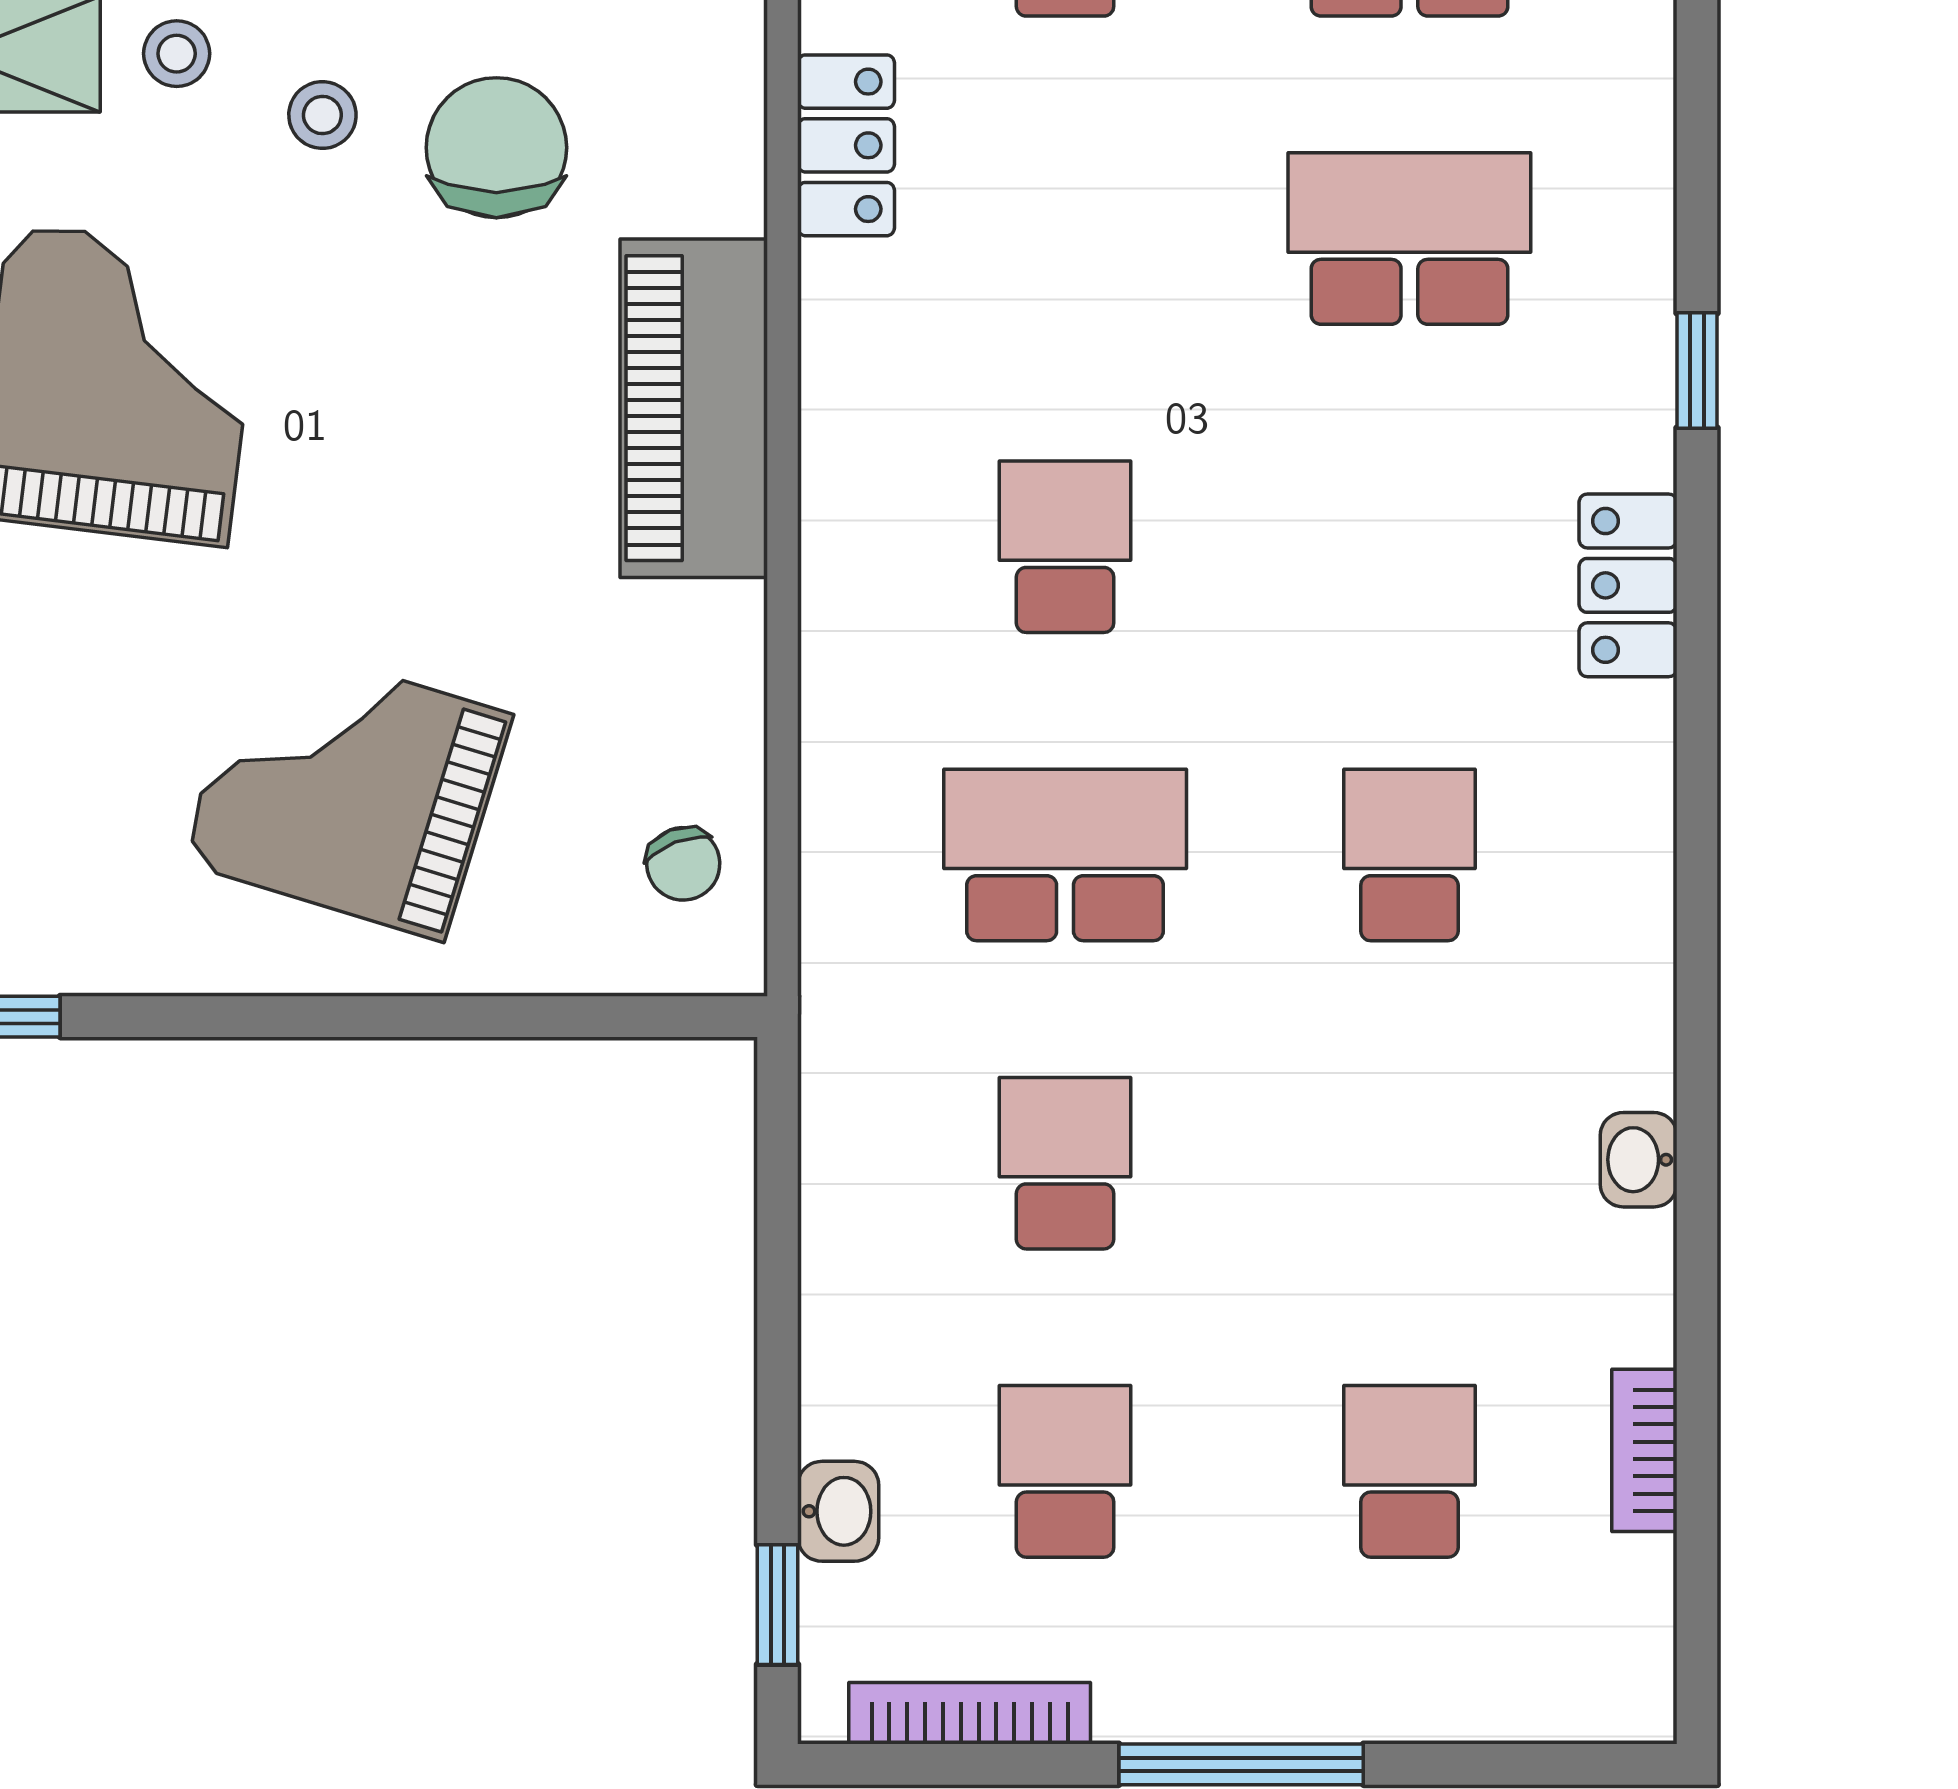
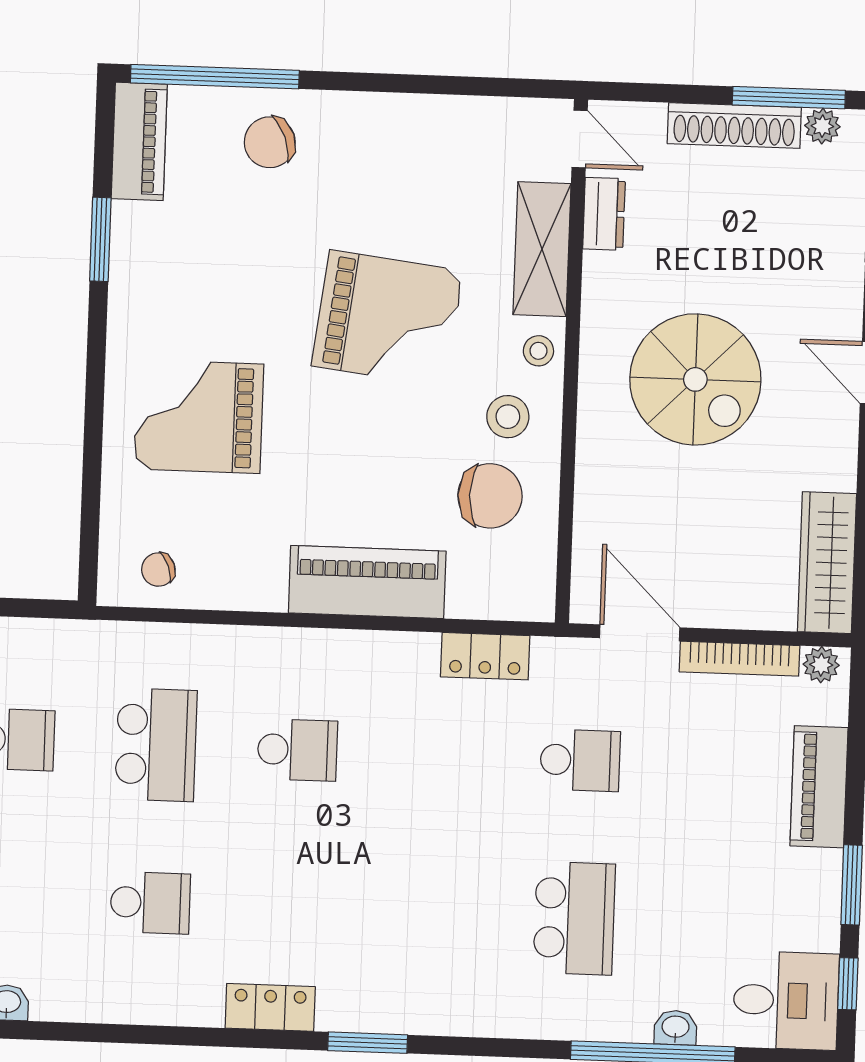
stool: (322, 115) -> (508, 417), width x1.37, depth x1.37
school desk: (1409, 239) -> (433, 913), removed
window: (1697, 371) -> (368, 1043), width x1.50
grand piano: (347, 788) -> (199, 417), turned -107

